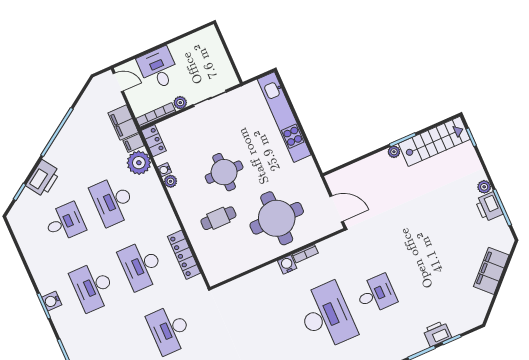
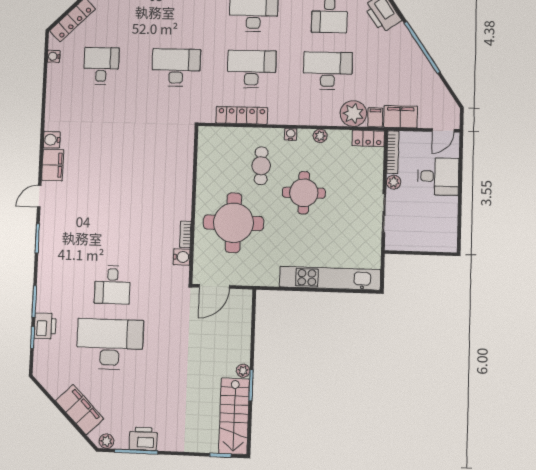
water cooler: (164, 170) -> (291, 134), moved
plant: (484, 187) -> (107, 441), moved
water cooler: (287, 264) -> (182, 257), moved
desk: (326, 316) -> (110, 344), moved, turned 180

